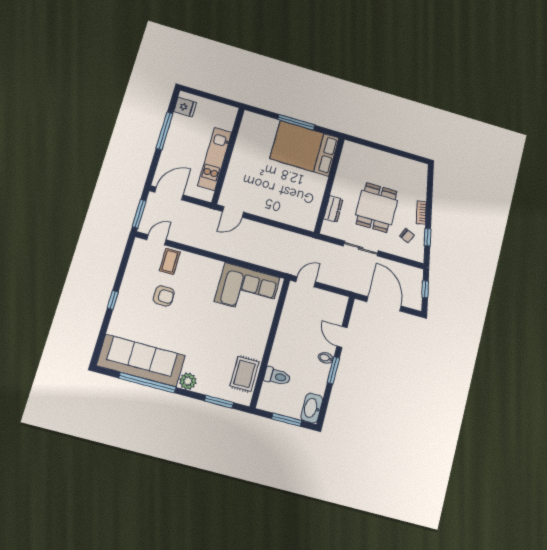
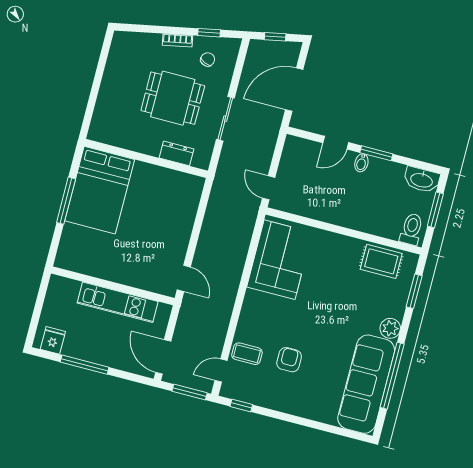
door: (156, 240) -> (221, 370), hinge flipped
window: (113, 300) -> (241, 405), moved
toilet: (277, 376) -> (411, 229), moved

